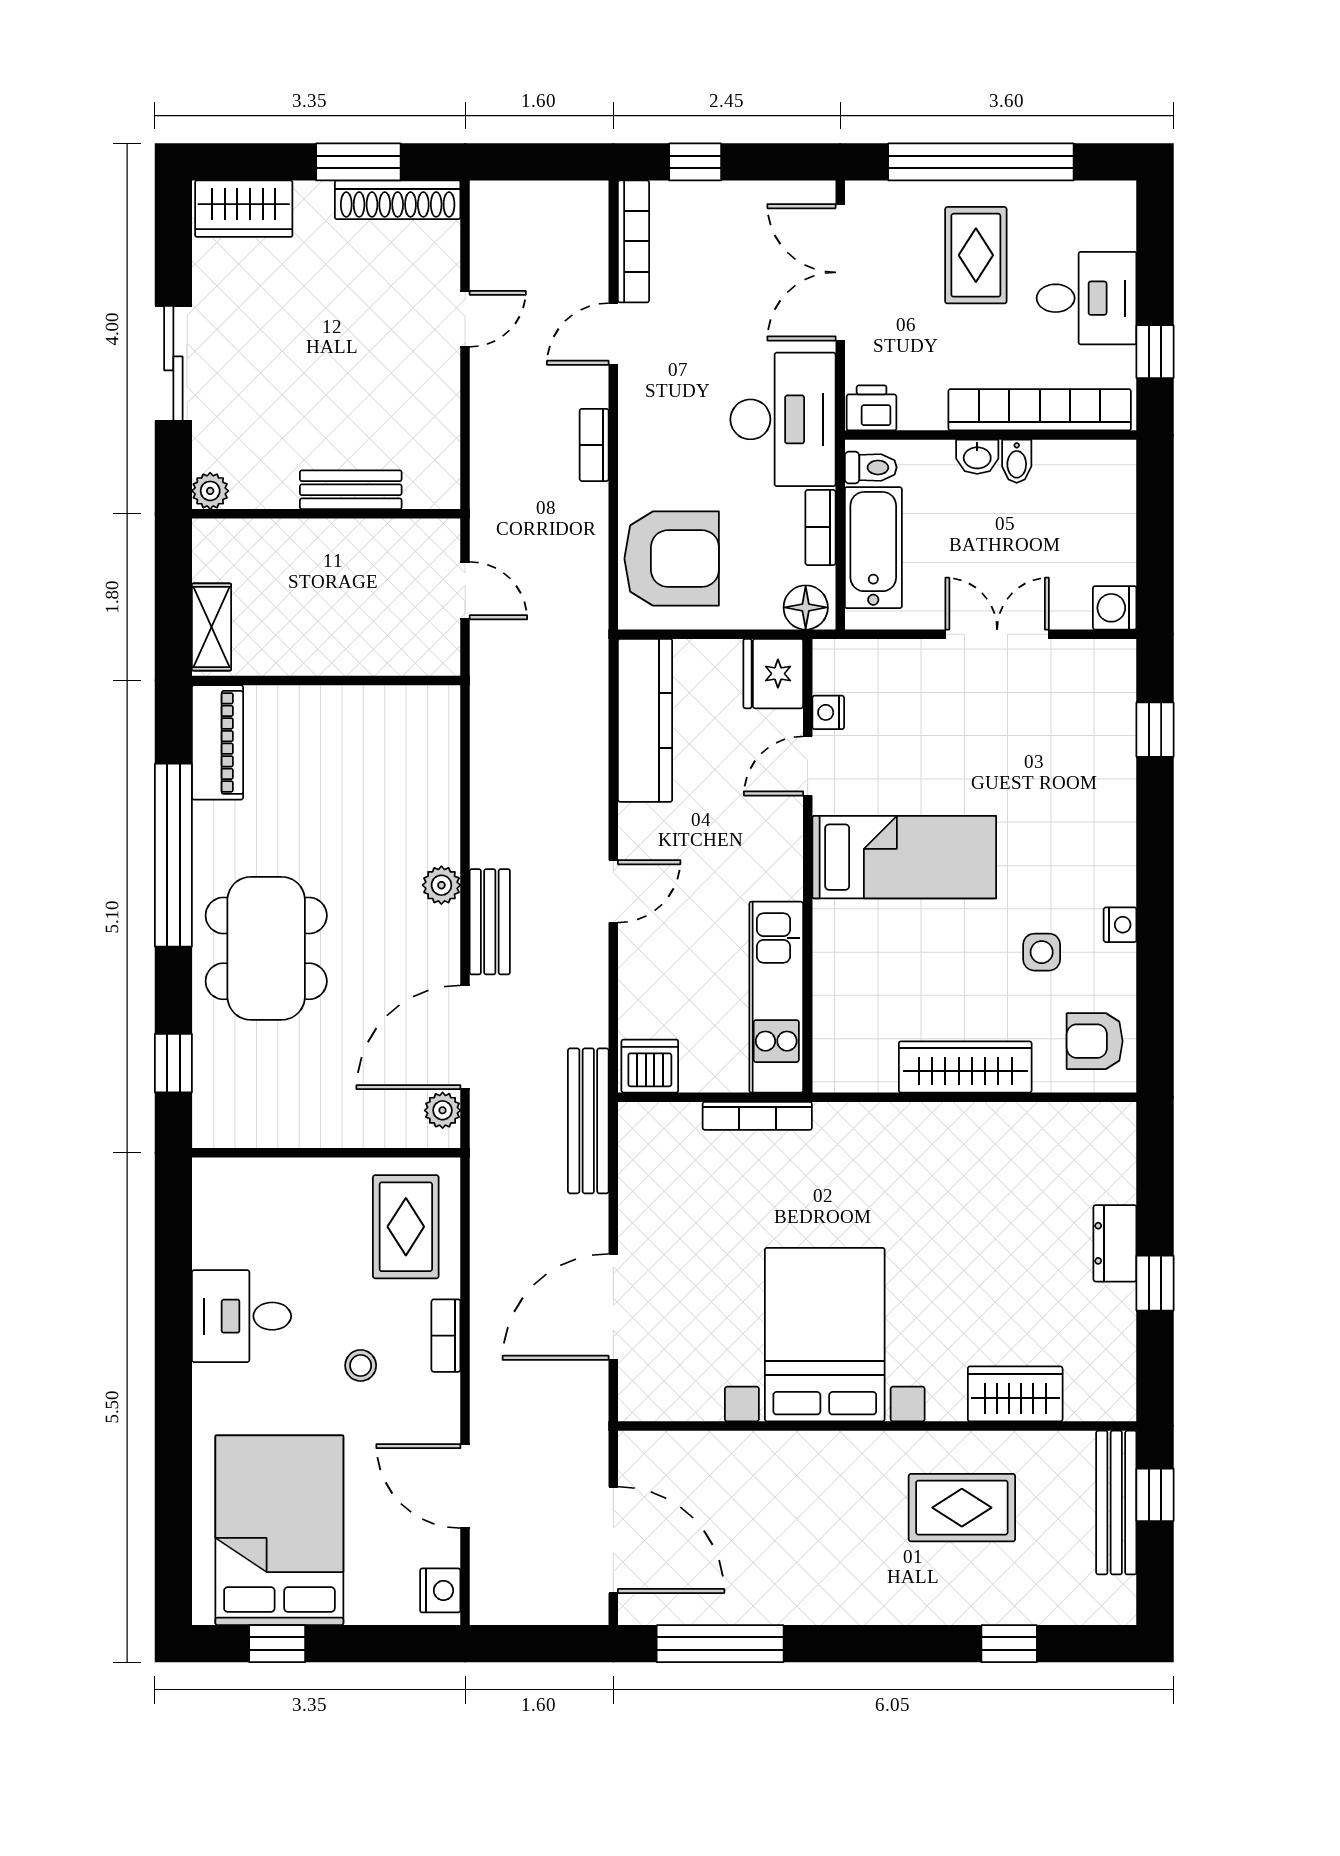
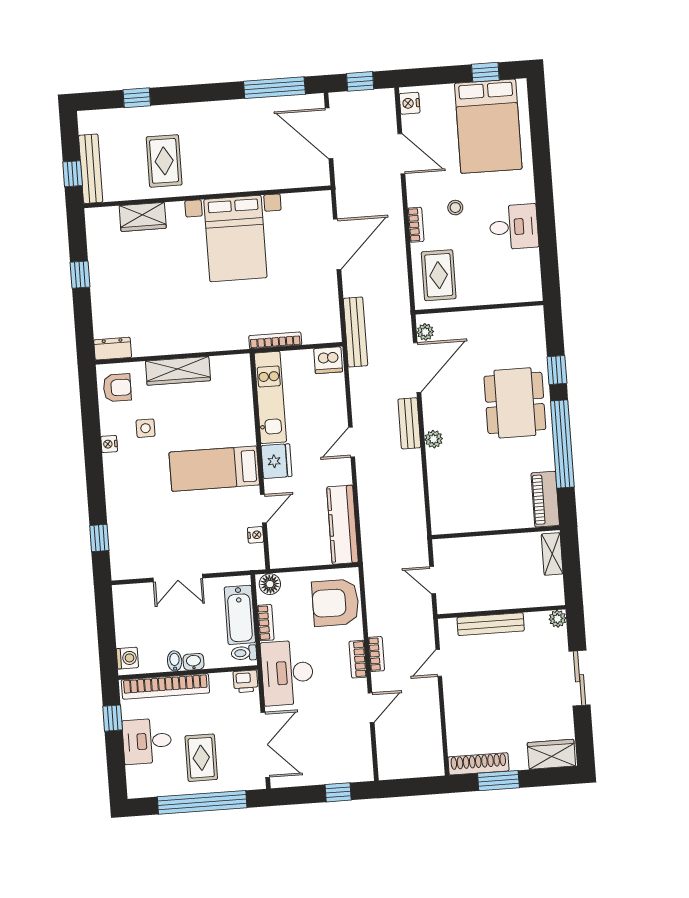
bookcase: (633, 241) -> (358, 659), moved, width x0.64
door: (465, 319) -> (439, 663), moved
bench: (351, 490) -> (491, 624), width x1.36
washing machine: (1115, 608) -> (127, 658), moved
fridge: (773, 674) -> (276, 461), moved
window: (173, 1063) -> (557, 370), moved
dresser: (1115, 1243) -> (113, 349), moved, turned -90
rug: (962, 1508) -> (164, 161), turned 90
window: (540, 1644) -> (360, 81), added

